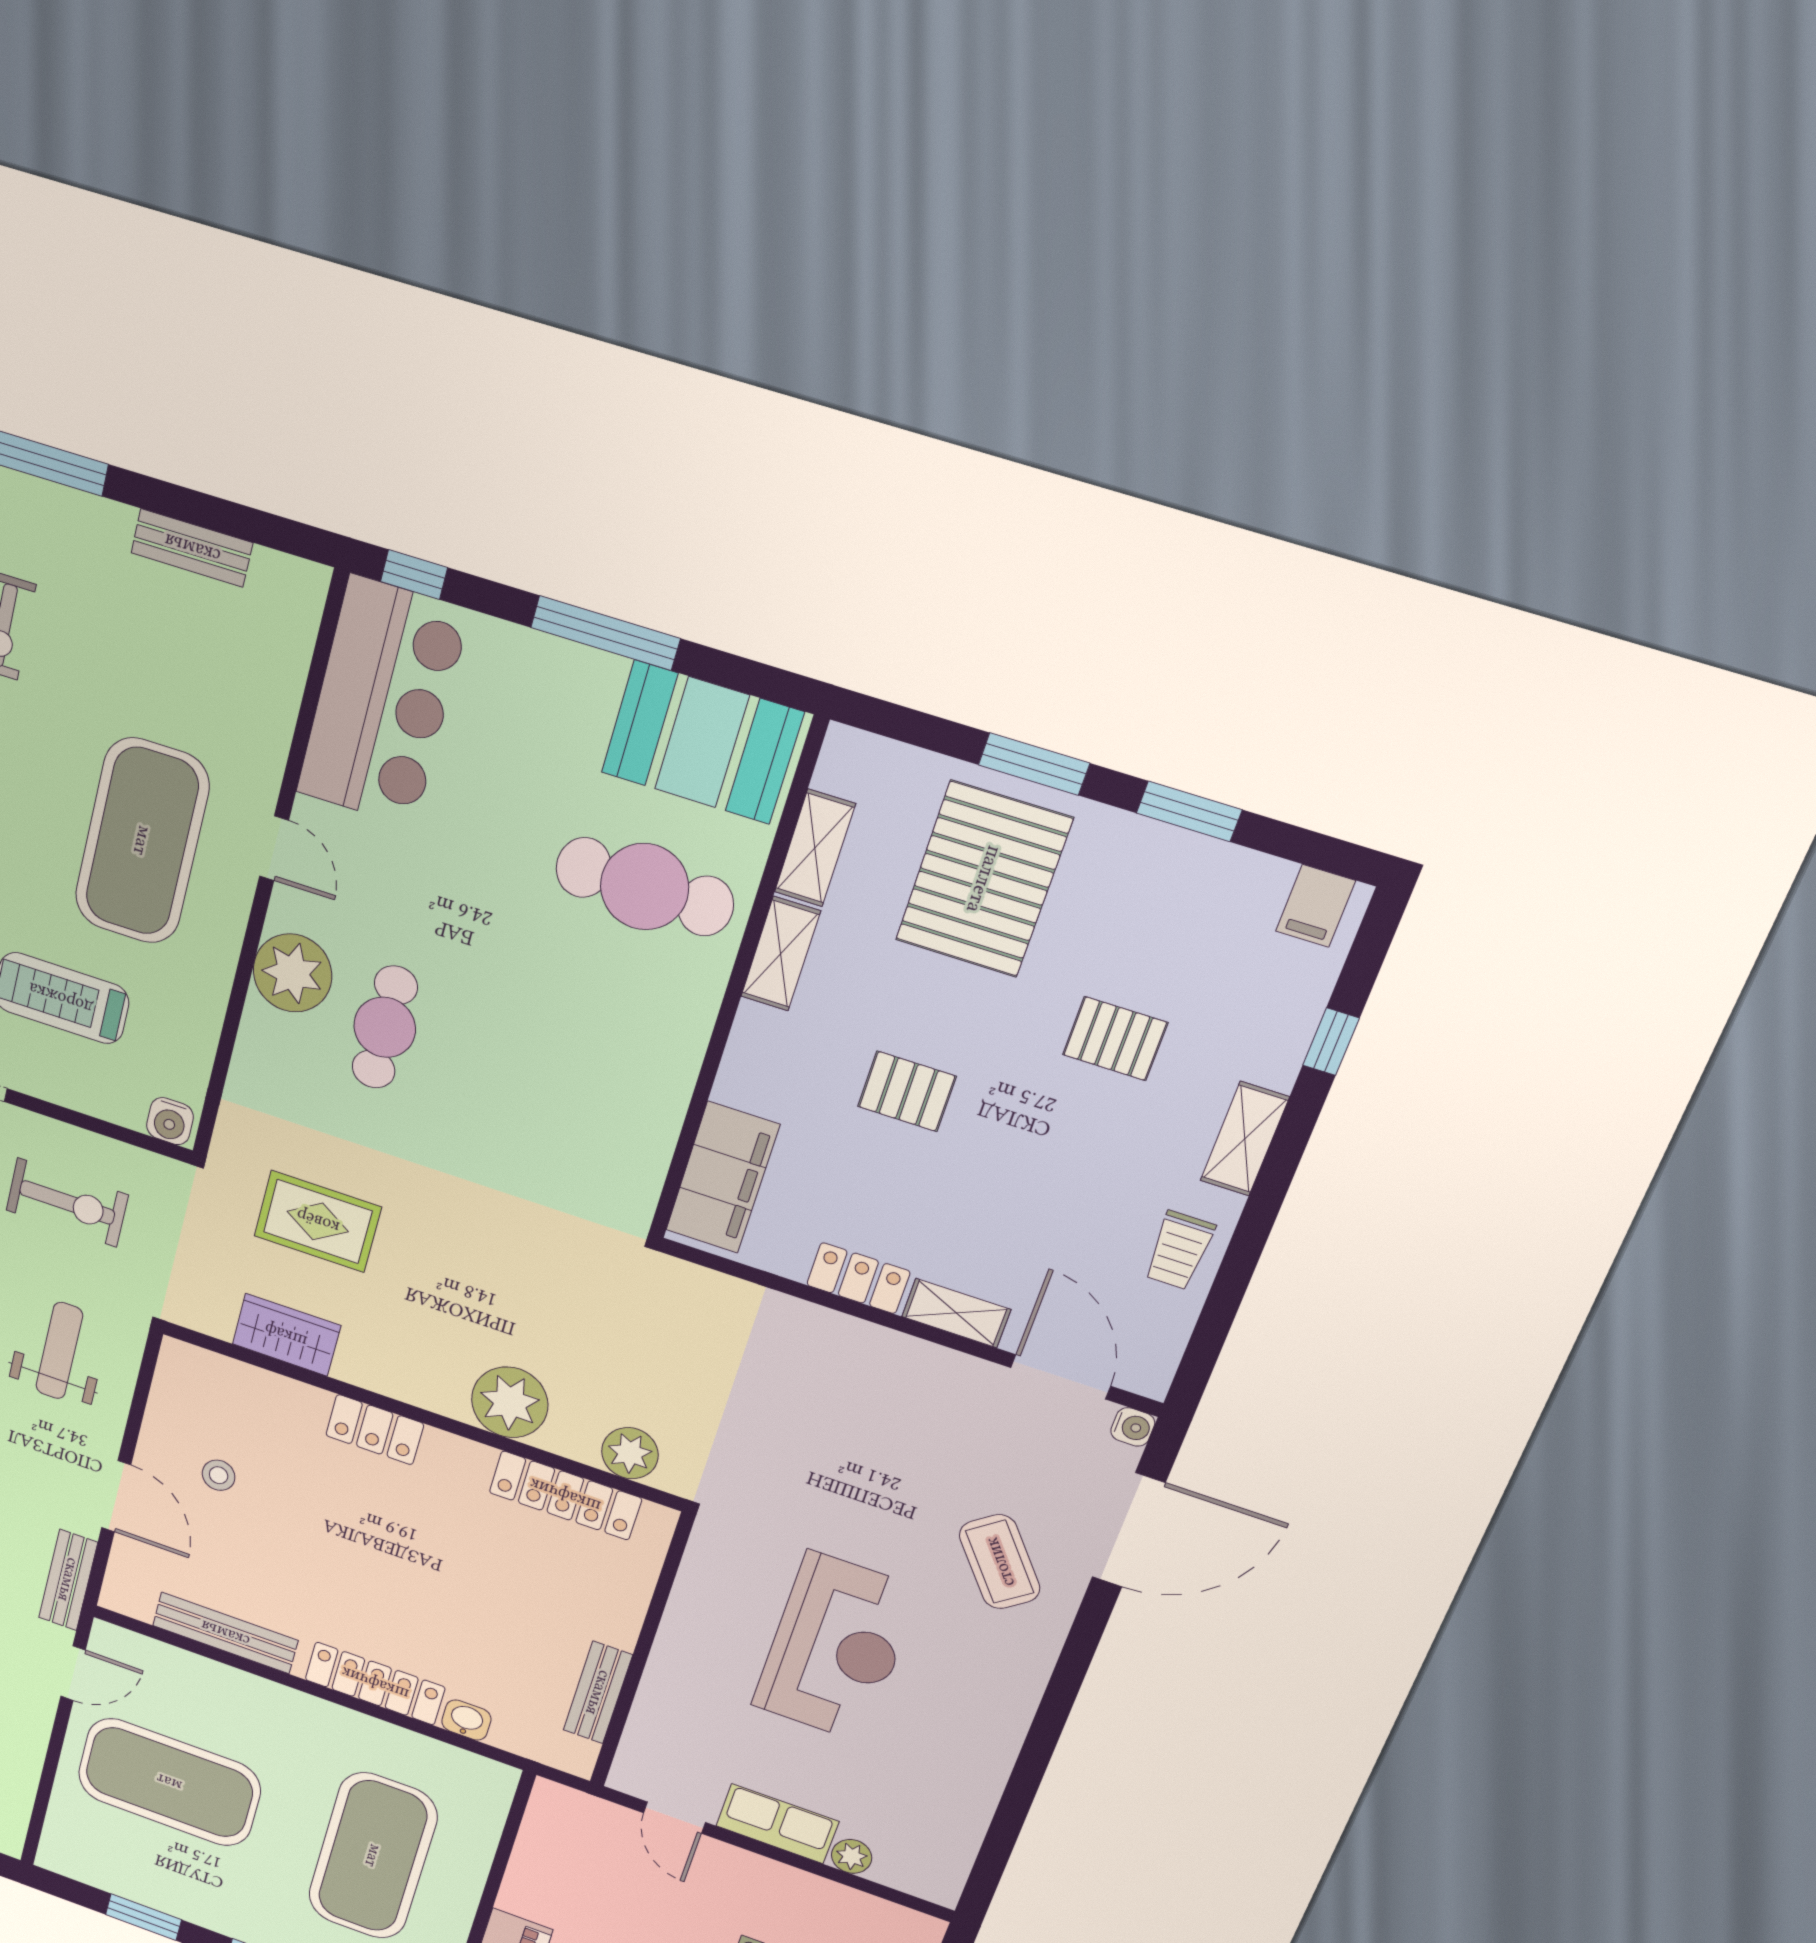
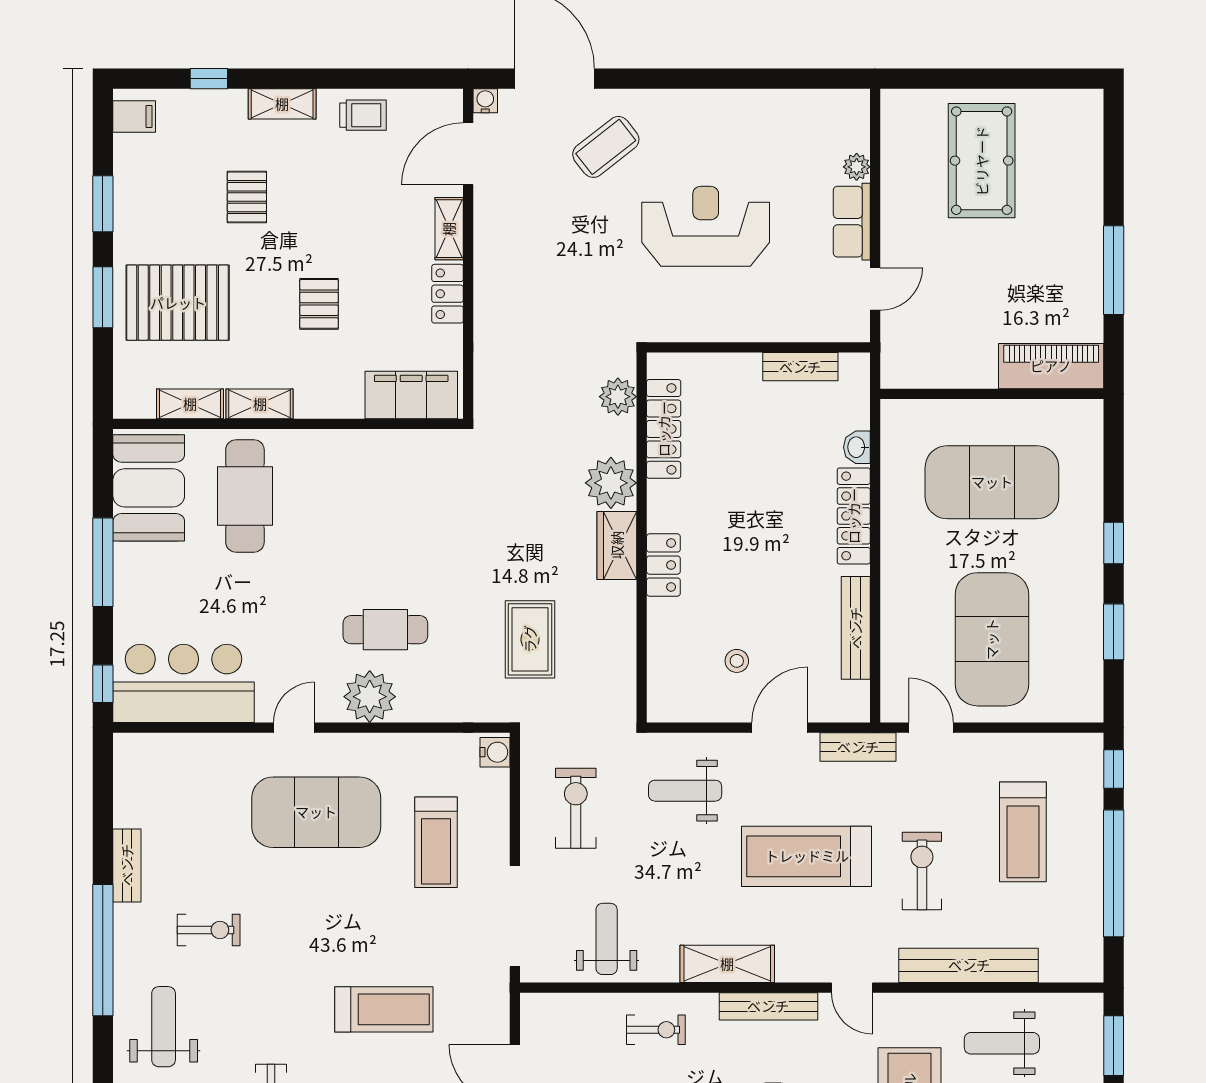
bench: (192, 548) -> (127, 865), moved
wardrobe: (286, 1335) -> (617, 545), moved

